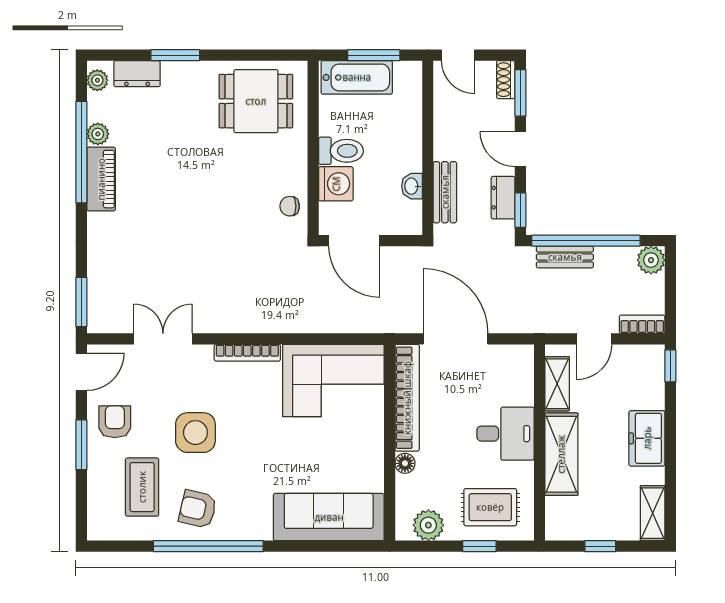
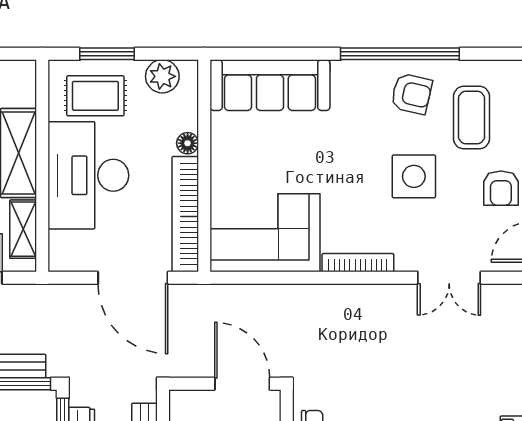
desk: (505, 434) -> (88, 175), width x1.87, depth x1.30
window: (479, 546) -> (107, 54), width x1.50

